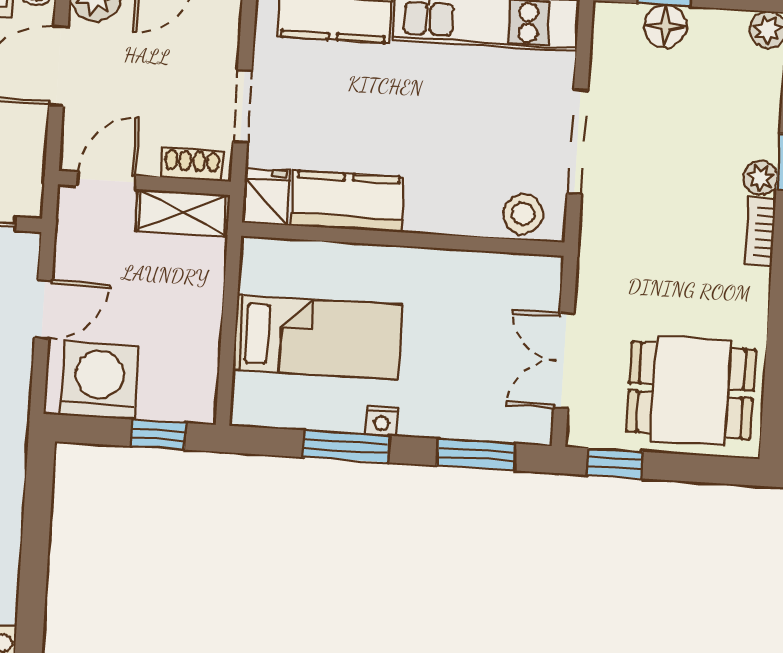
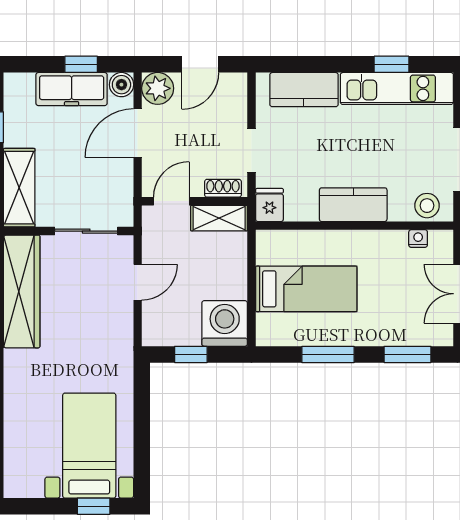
kitchen counter: (348, 201) -> (353, 205), moved
washing machine: (100, 380) -> (225, 323), moved
nightstand: (382, 421) -> (418, 239), moved, turned 180
window: (159, 435) -> (191, 354), moved

